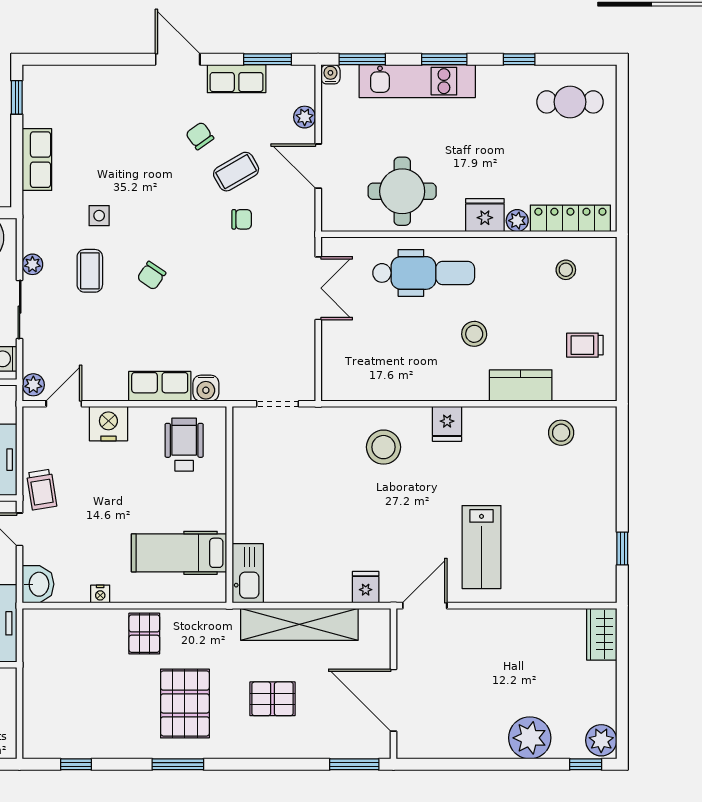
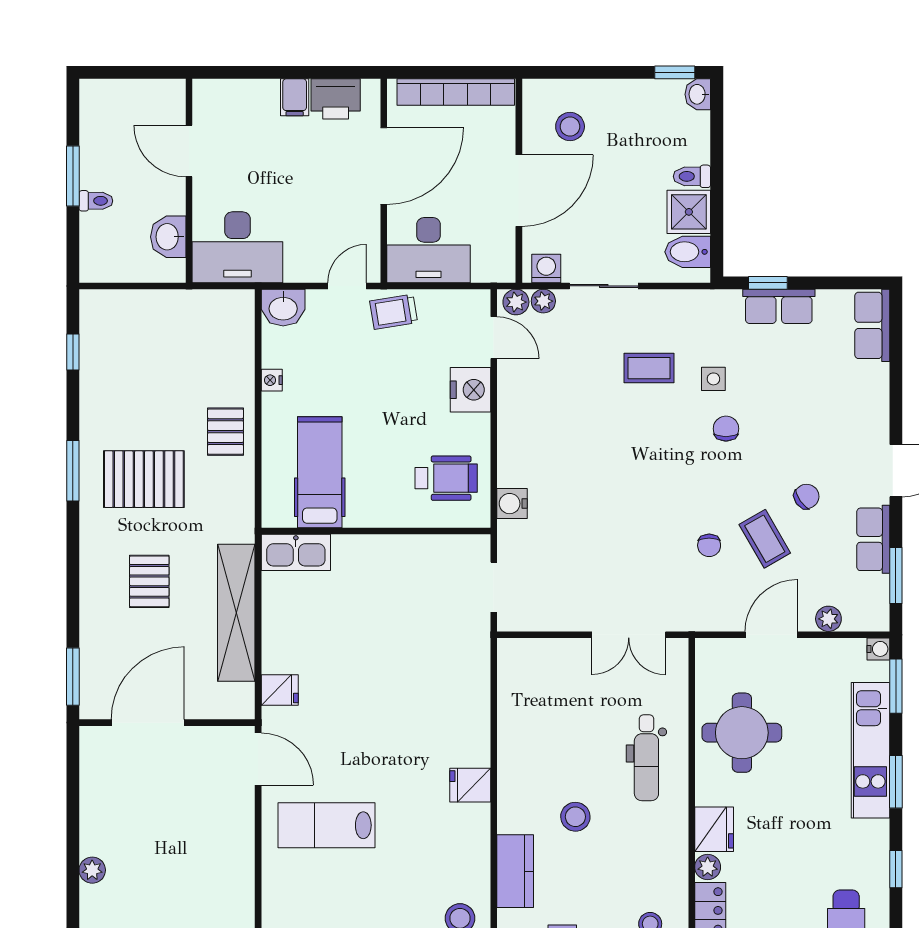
window: (17, 97) -> (768, 283), moved
plant: (32, 264) -> (543, 301), moved
dental chair: (424, 273) -> (646, 758), width x0.73, depth x0.72
chair: (151, 276) -> (726, 429), moved, turned 56
row of seats: (160, 386) -> (872, 325), moved, turned 180
stool: (384, 447) -> (443, 711), removed
pallet: (144, 634) -> (226, 432), turned 90
plant: (530, 738) -> (92, 870), width x0.53, depth x0.53

